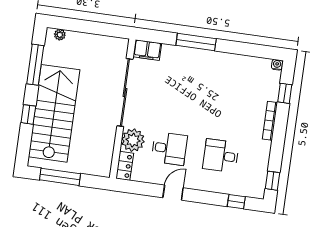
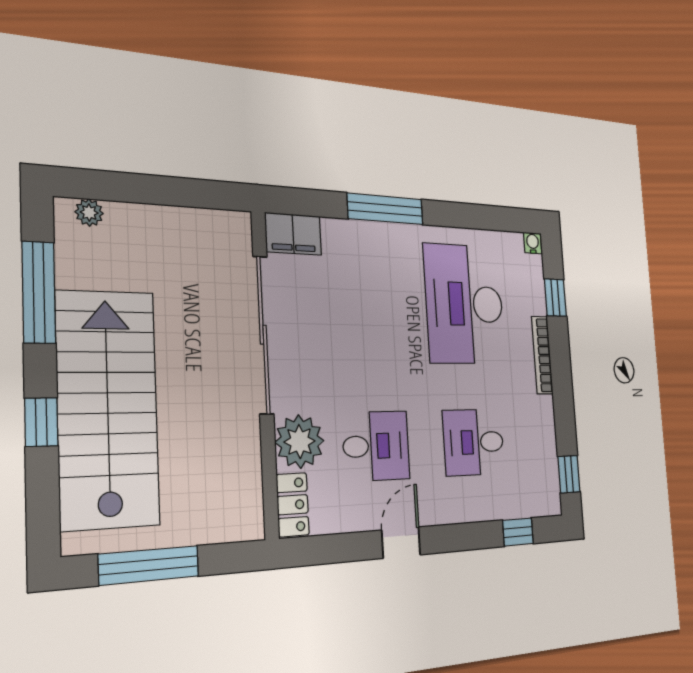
desk: (230, 91) -> (465, 304), added

